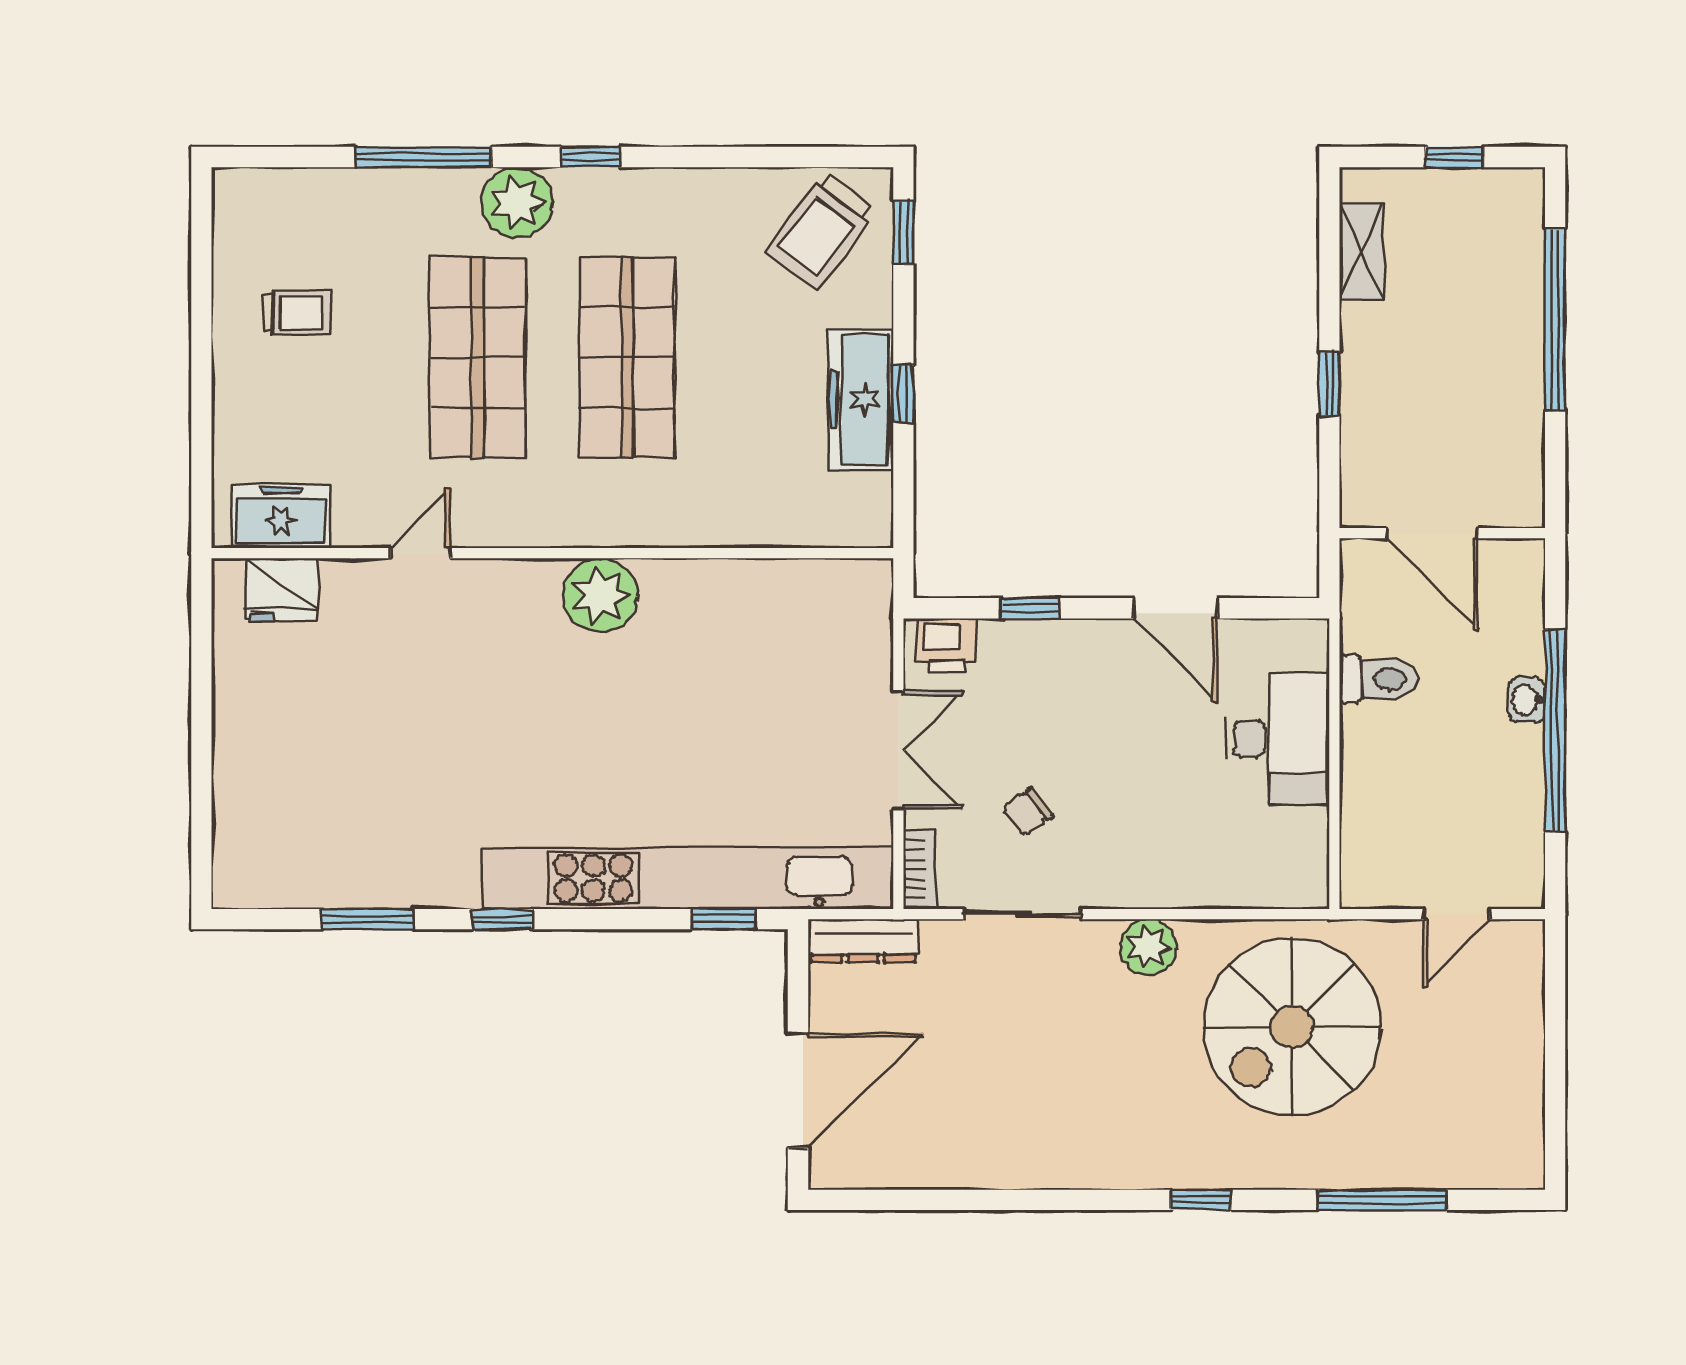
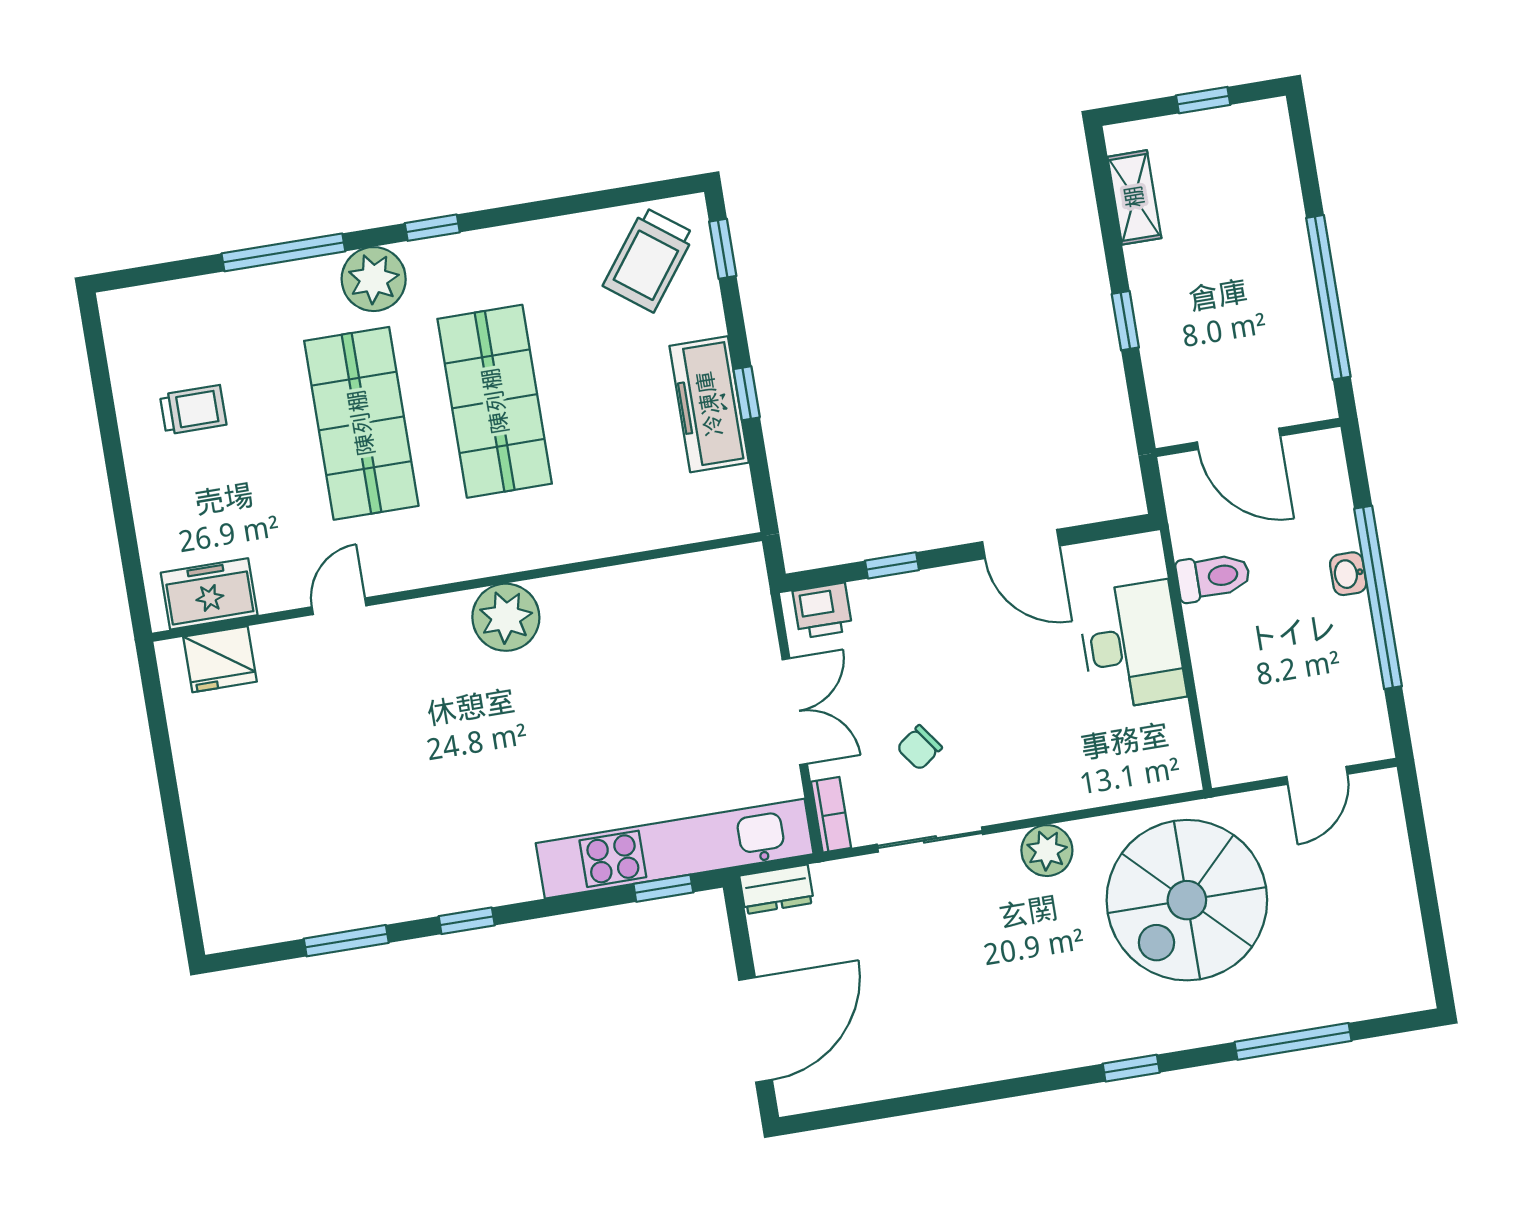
window: (1555, 320) -> (1328, 297), moved
kitchen unit: (688, 878) -> (675, 849), width x0.73
dresser: (863, 941) -> (777, 889), width x0.70

